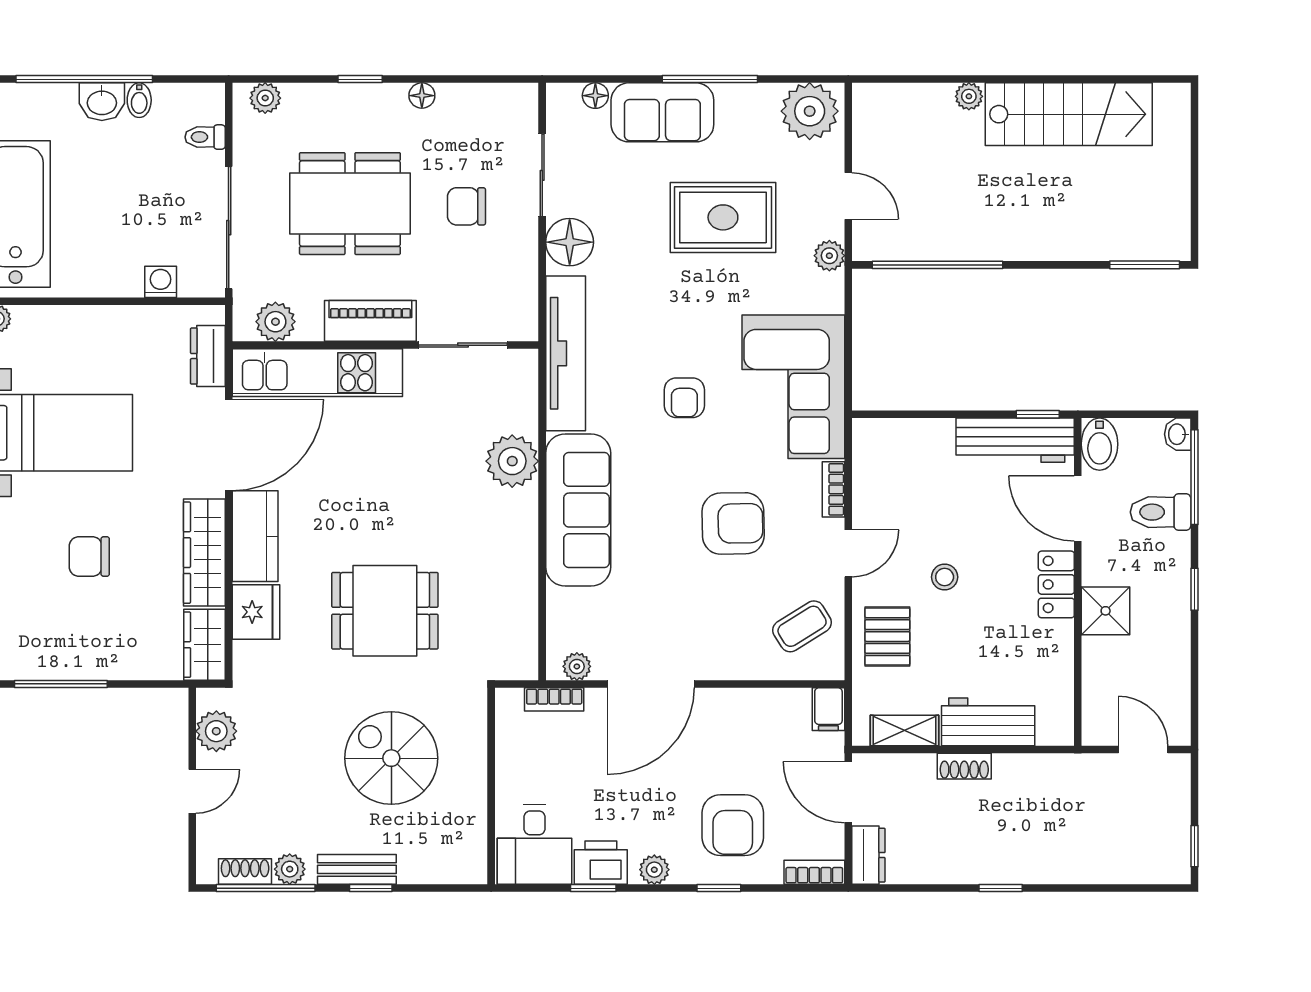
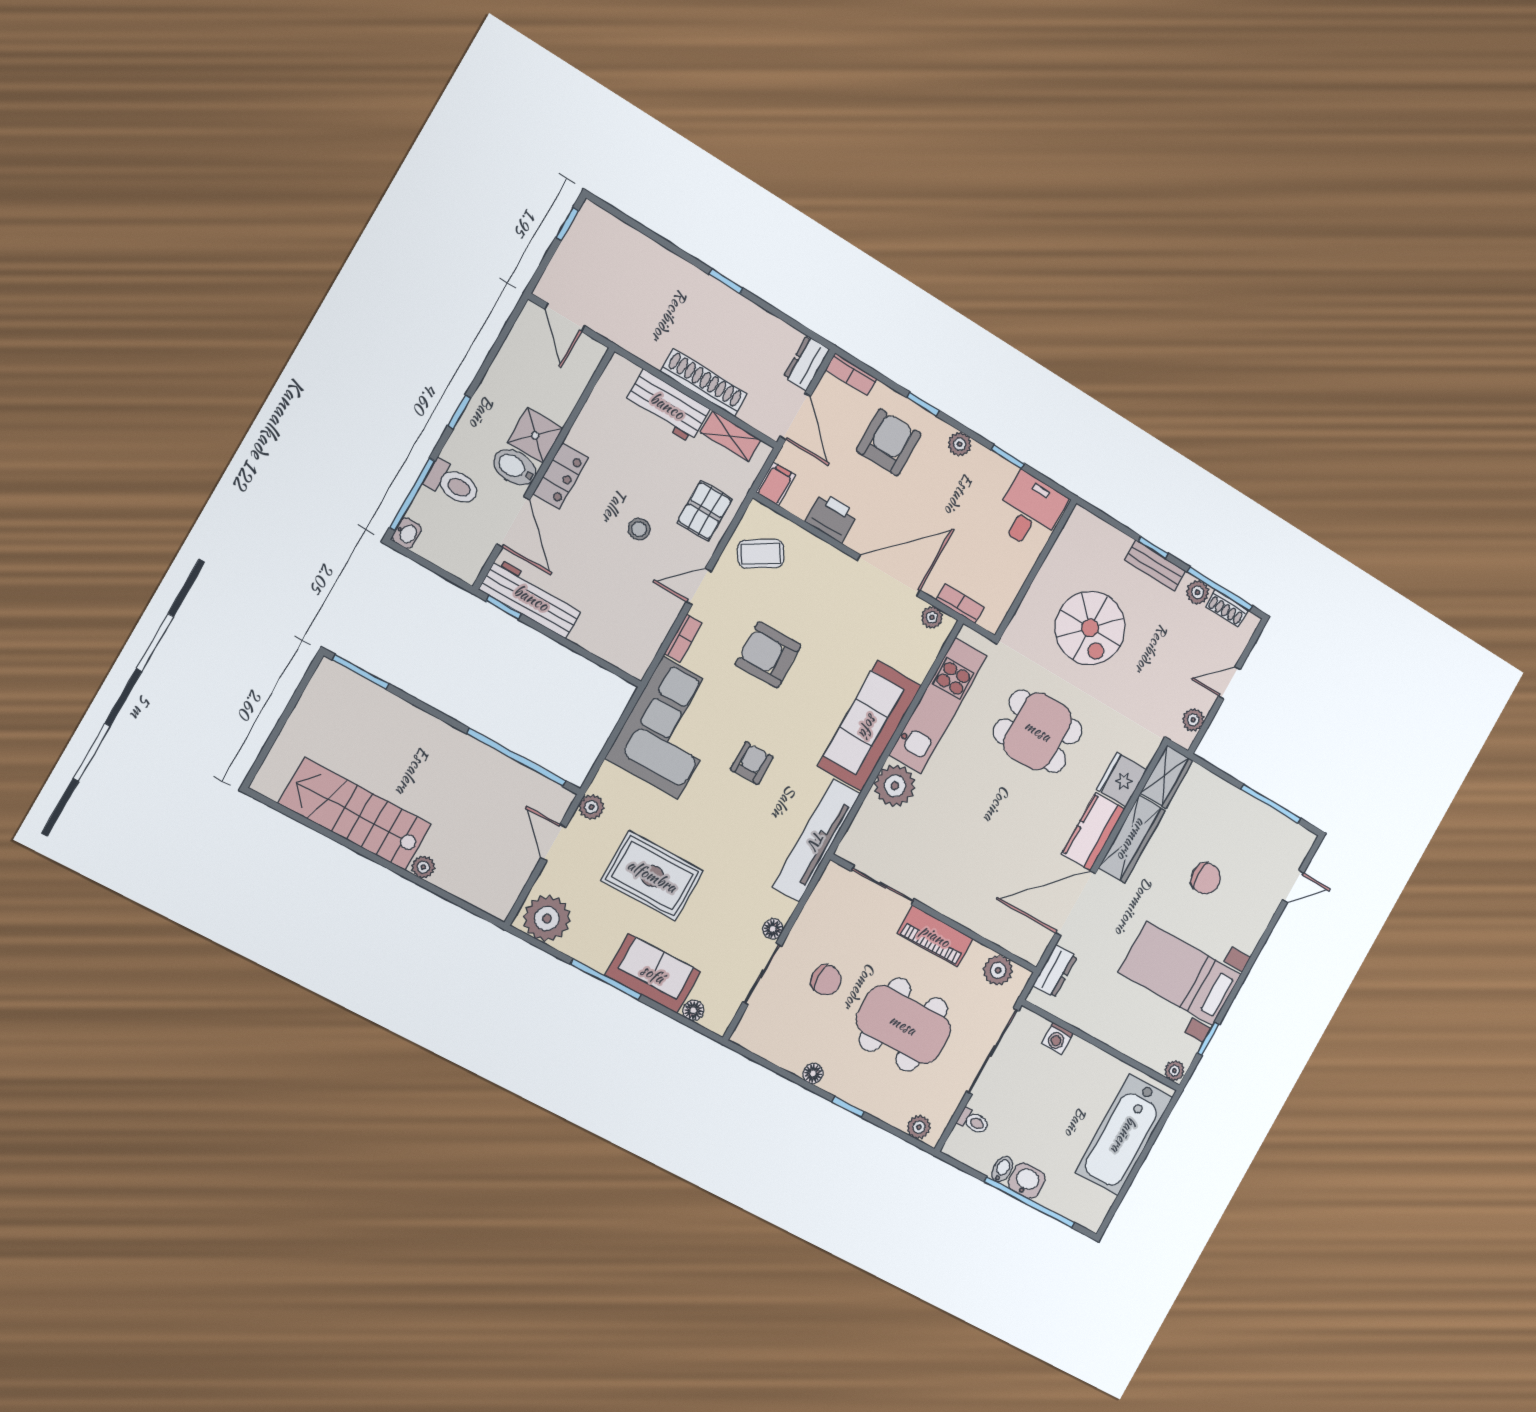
floor lamp: (570, 242) -> (773, 929), width x0.53, depth x0.53
kitchen unit: (317, 373) -> (938, 706), moved, turned 90
bidet: (1100, 444) -> (515, 467), moved, turned -90
plant: (216, 731) -> (1193, 720), width x0.73, depth x0.73
shoe rack: (964, 766) -> (704, 383), width x1.94, depth x1.24
printer: (601, 863) -> (832, 517), moved, turned 180

